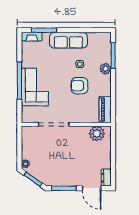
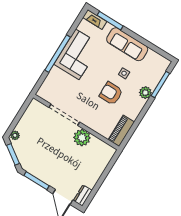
corner sofa: (35, 87) -> (77, 54), moved
plant: (97, 134) -> (82, 138), moved

